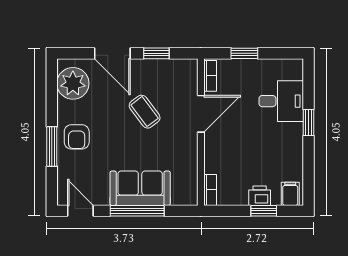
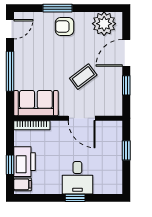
bookcase: (210, 76) -> (110, 125), removed
desk: (281, 101) -> (77, 178), moved
sofa: (140, 188) -> (36, 103), moved, turned -90
bookcase: (210, 190) -> (32, 125), width x1.56
printer: (260, 196) -> (24, 162), width x1.87, depth x1.48

